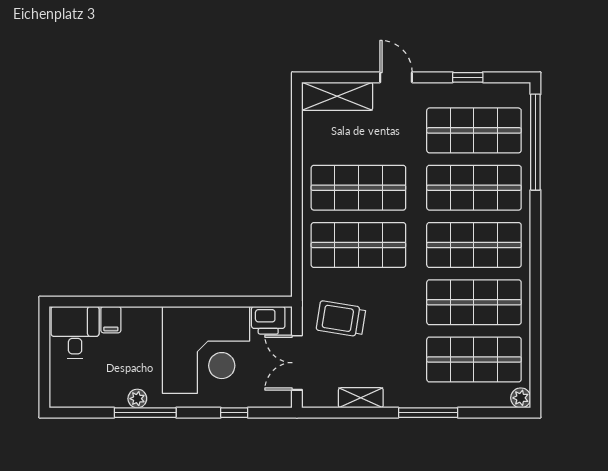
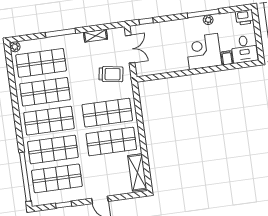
shelving: (337, 96) -> (137, 172), moved, turned 90
printer: (268, 320) -> (245, 17), moved, turned 180
corner desk: (206, 350) -> (204, 51), moved, width x0.74, depth x0.74
window: (234, 413) -> (146, 21), moved

